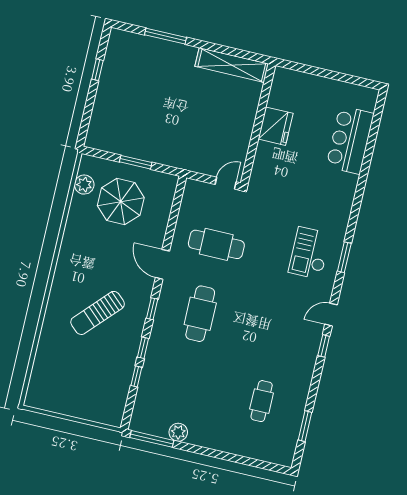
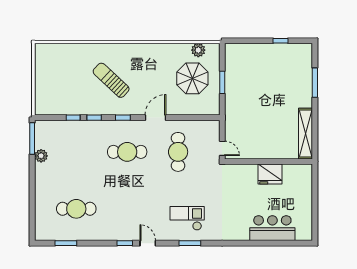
cafe table: (262, 401) -> (76, 209), width x1.37, depth x1.35

